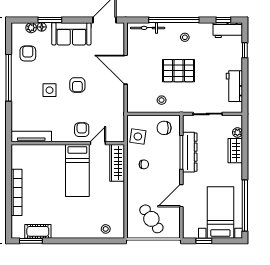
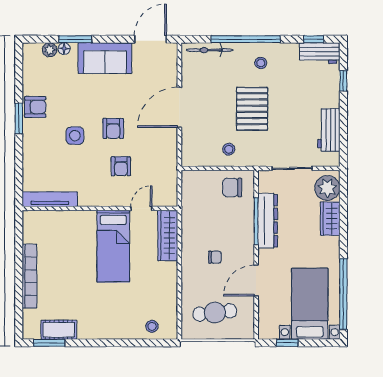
armchair: (28, 54) -> (35, 107), moved, turned 90
door: (126, 70) -> (179, 107), hinge flipped
pallet: (178, 71) -> (252, 109), turned 90
window: (9, 78) -> (19, 118), width x0.47
armchair: (82, 130) -> (121, 166), moved, turned 180
plant: (237, 132) -> (327, 188), width x1.88, depth x1.88
side table: (138, 136) -> (196, 199), removed
chair: (144, 164) -> (215, 257), moved
cafe table: (151, 219) -> (215, 313), turned -61

